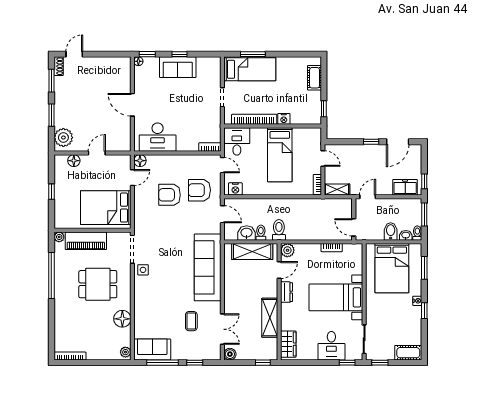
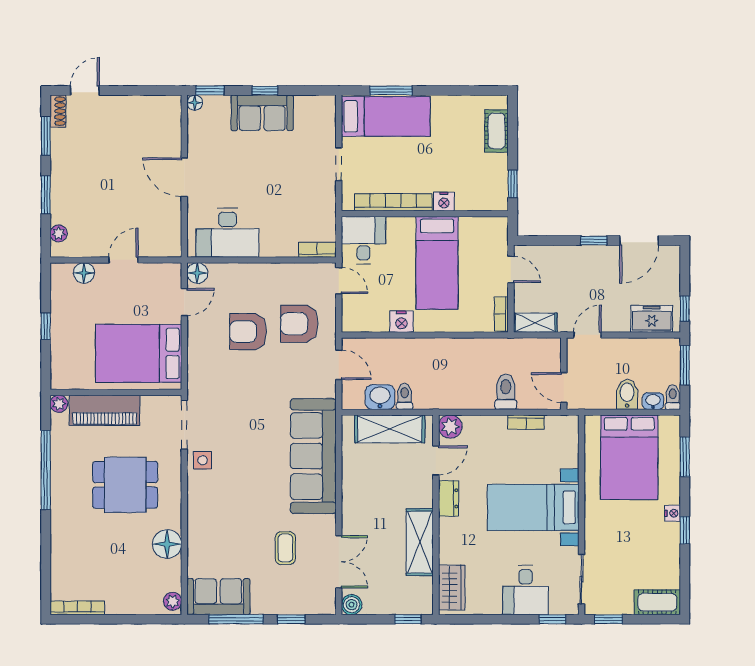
plant: (63, 138) -> (59, 233), width x0.53, depth x0.53
nightstand: (235, 189) -> (401, 322), moved
toilet: (279, 230) -> (506, 392), moved

